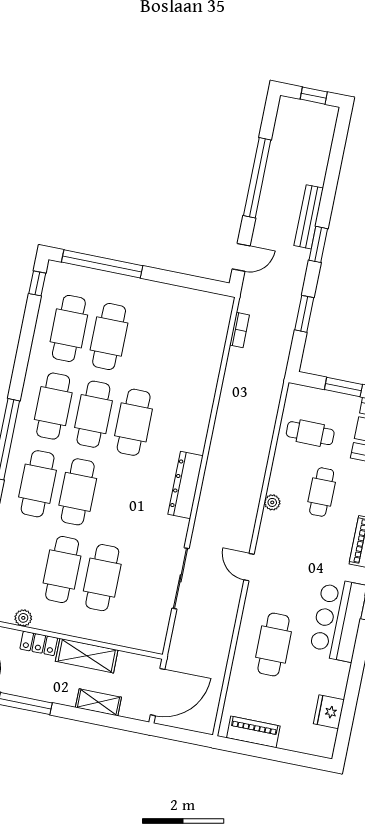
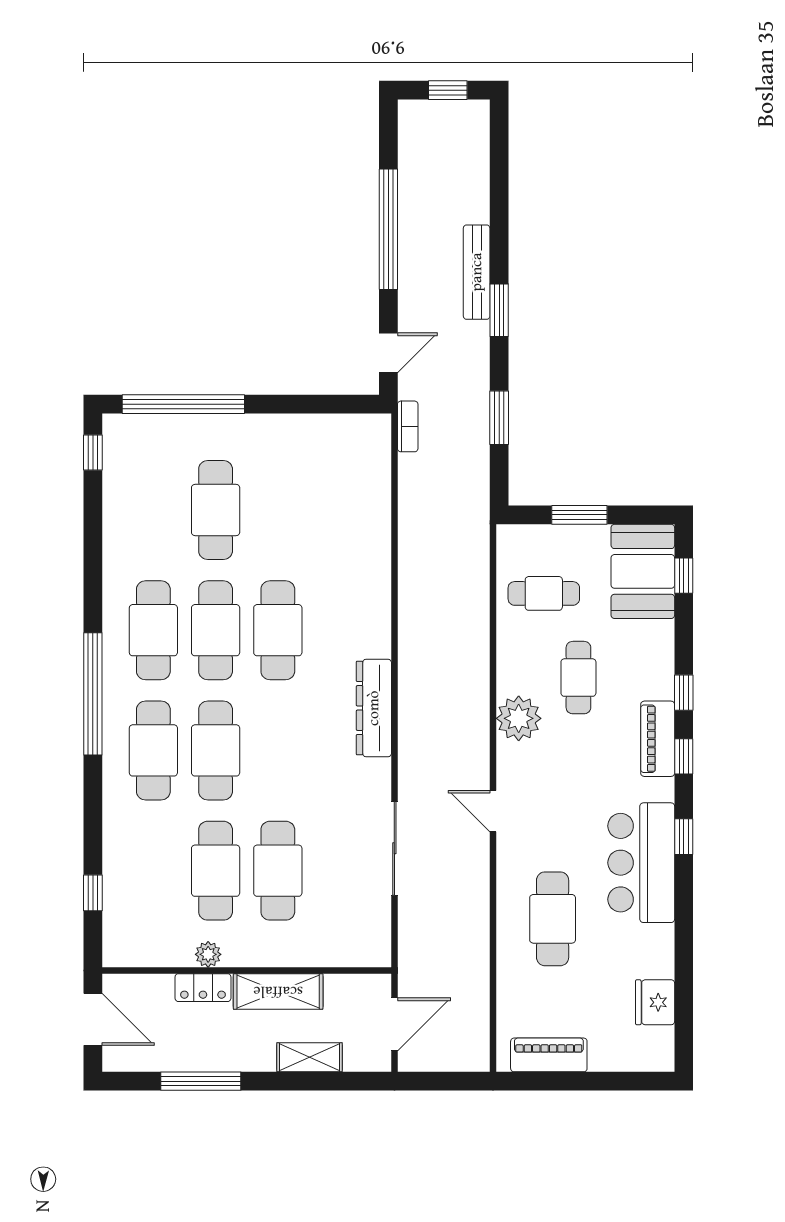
cafe table: (69, 328) -> (153, 510), removed
bookcase: (240, 330) -> (408, 426), moved
plant: (272, 502) -> (519, 718), width x1.87, depth x1.87
plant: (23, 618) -> (208, 954), moved
door: (158, 692) -> (394, 1024), width x0.73

